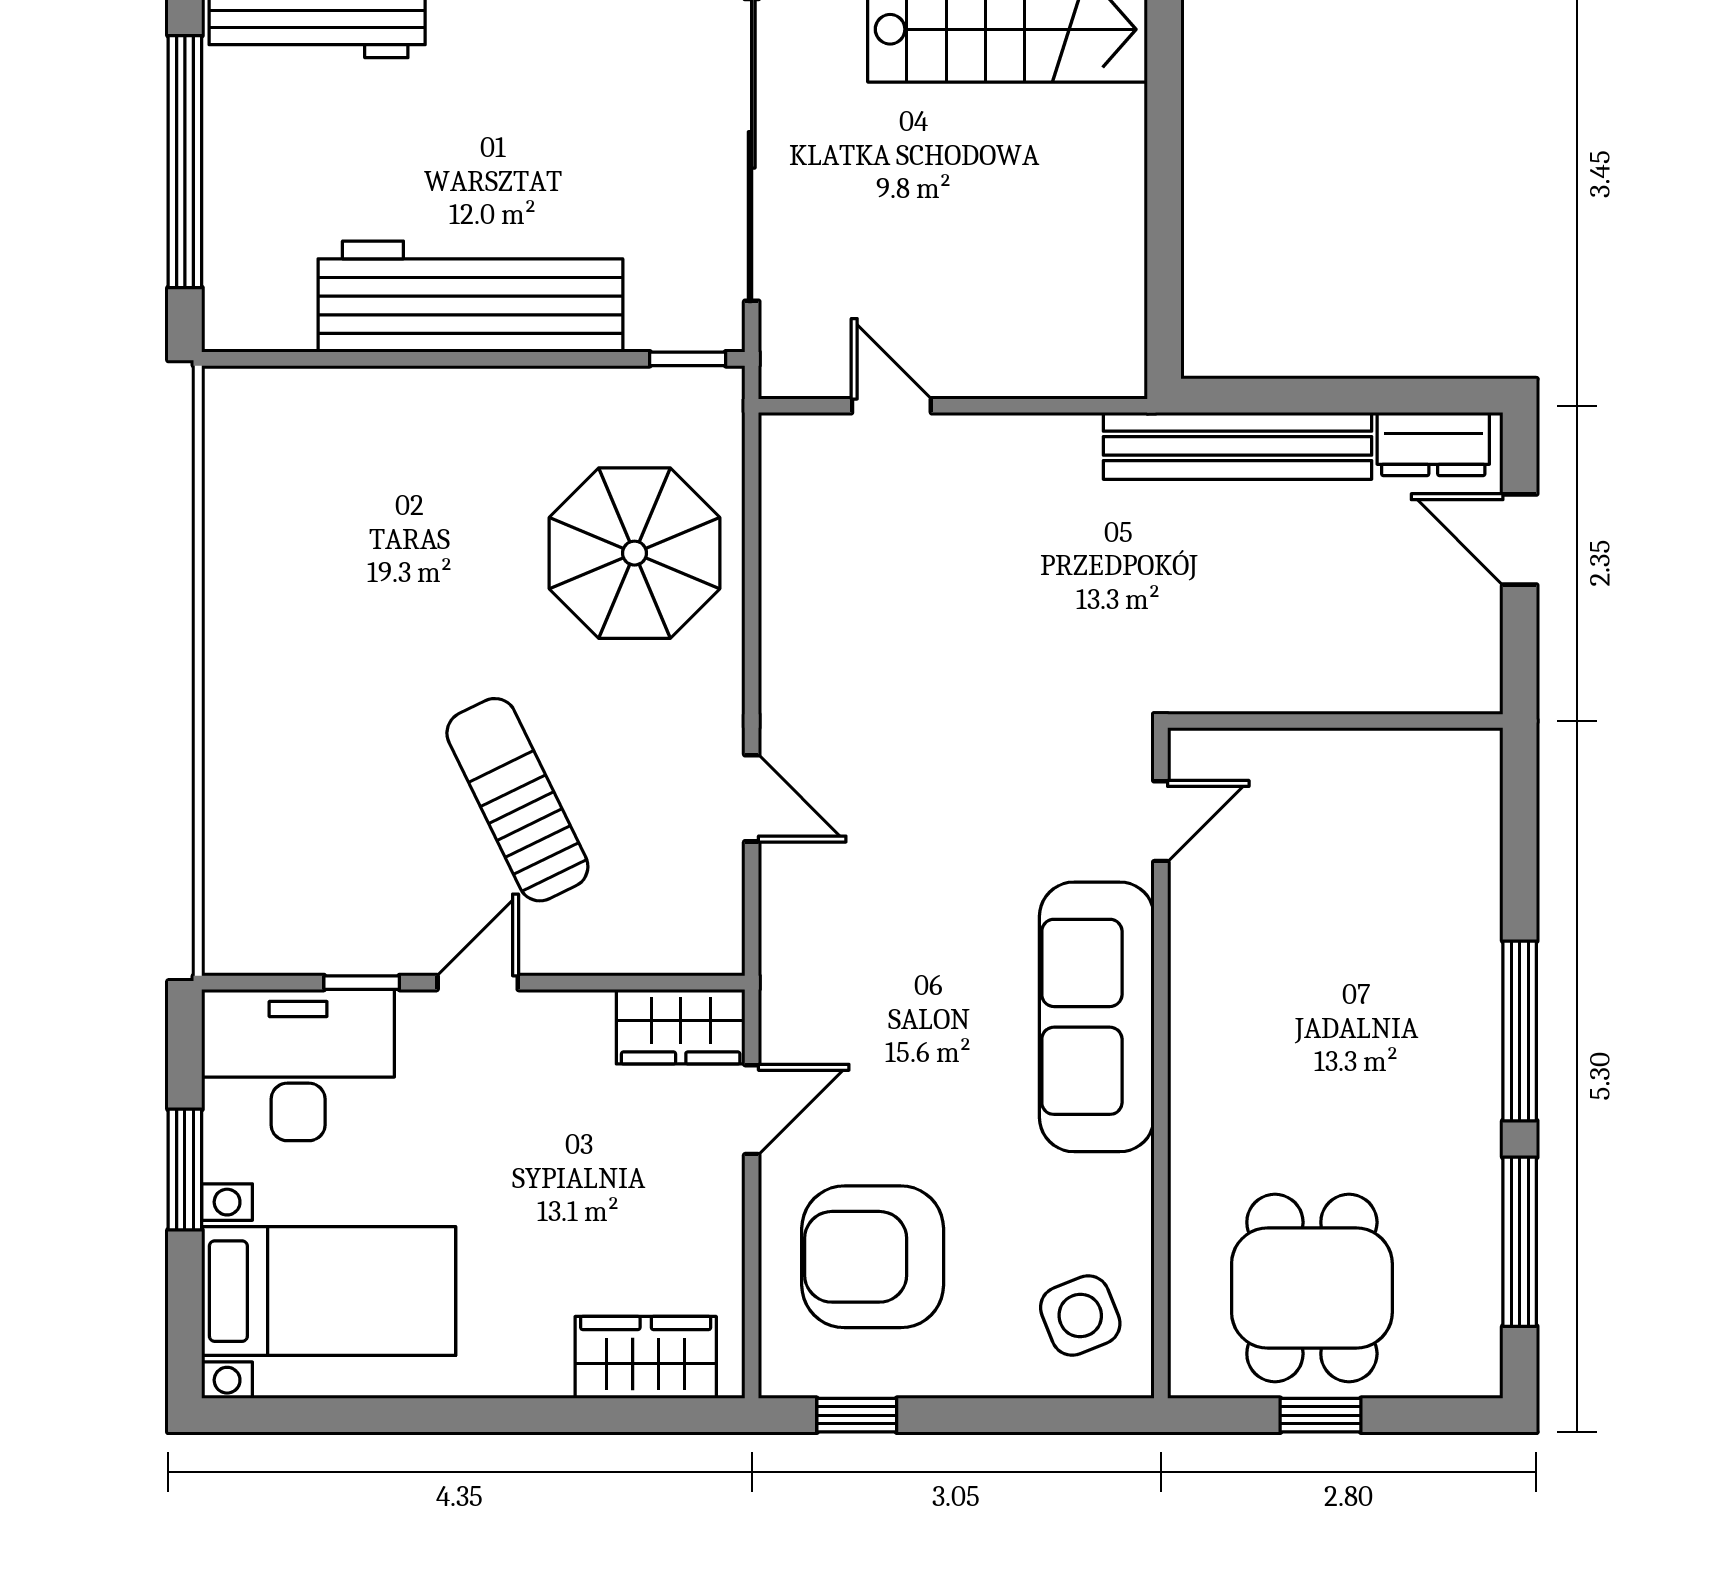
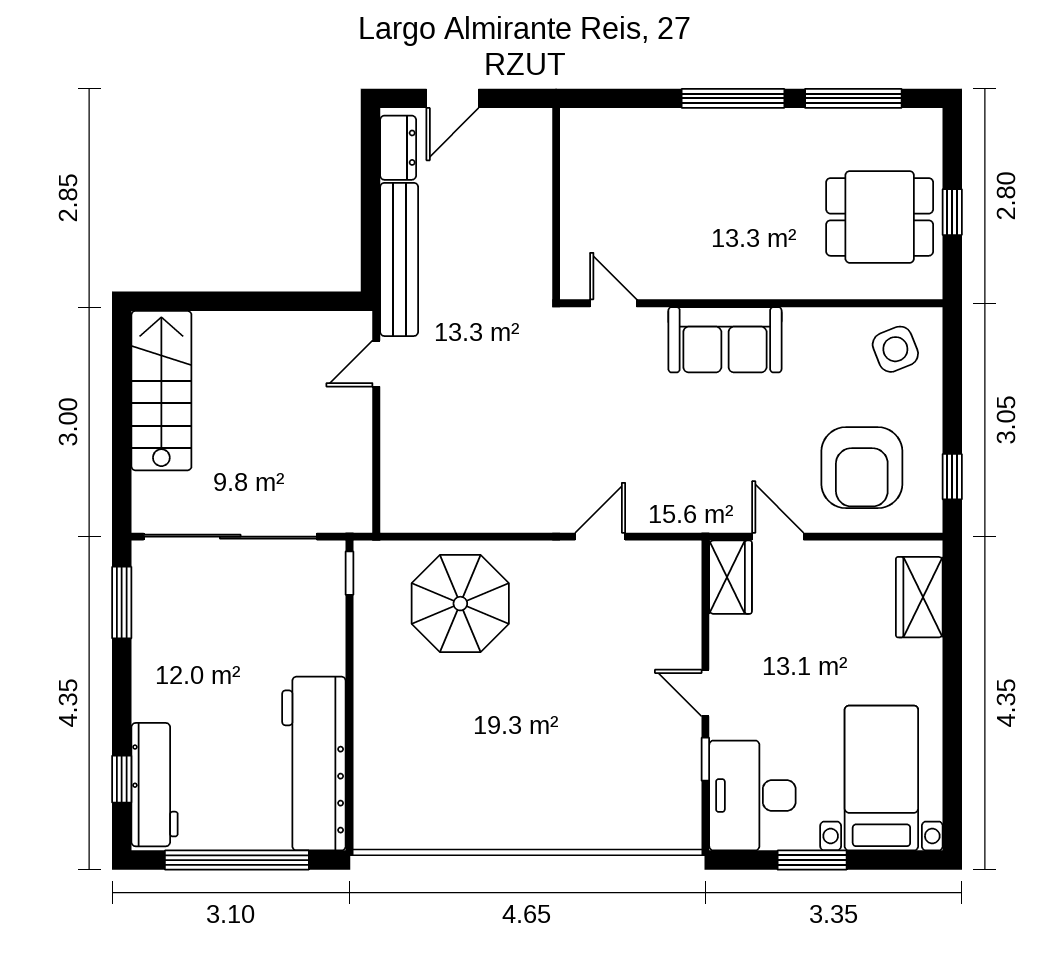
workbench: (470, 297) -> (314, 764), moved
door: (891, 406) -> (376, 364), moved
sun lounger: (517, 800) -> (601, 670), removed
sofa: (1097, 1017) -> (725, 340), width x0.73

